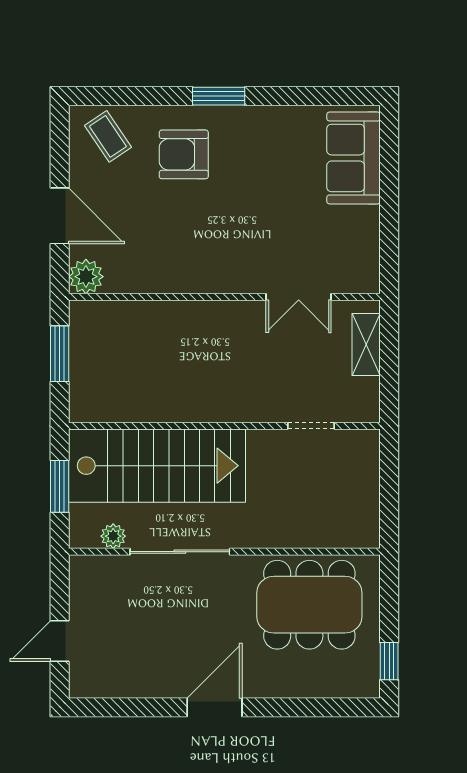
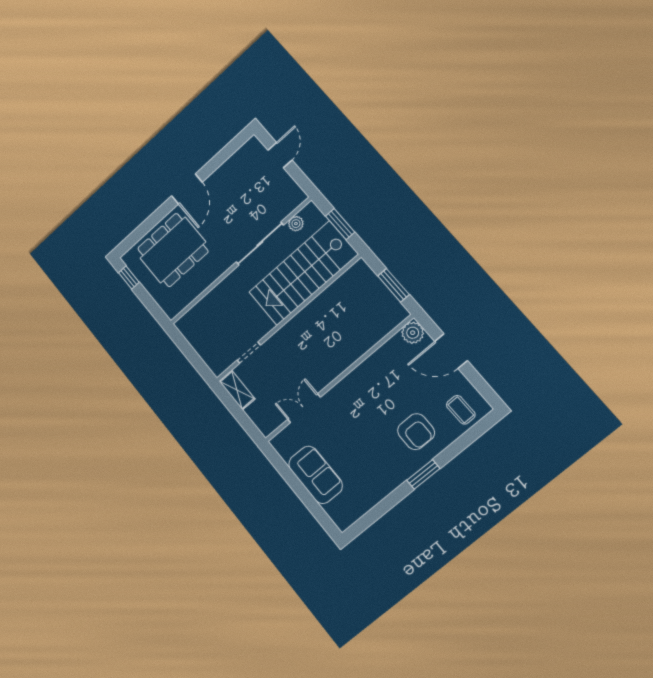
coffee table: (108, 136) -> (461, 410), turned 33
armchair: (184, 154) -> (416, 432), turned 90
sofa: (354, 158) -> (315, 475), moved
shelving: (366, 344) -> (237, 390), moved
dining table: (309, 605) -> (173, 250), moved

